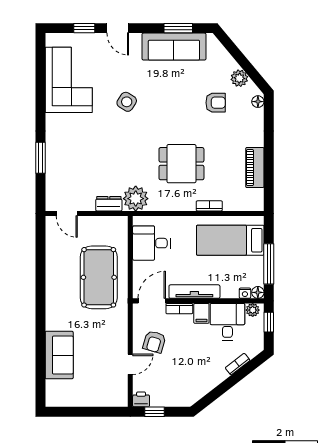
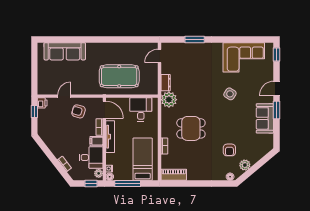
window: (84, 28) -> (276, 55), moved
window: (178, 28) -> (276, 110), moved
sofa: (174, 47) -> (265, 118), width x0.73
dining table: (181, 164) -> (191, 128), turned 90
piano: (255, 168) -> (174, 175), moved
sofa: (59, 355) -> (65, 51), width x1.36
door: (130, 364) -> (64, 96), swing flipped

